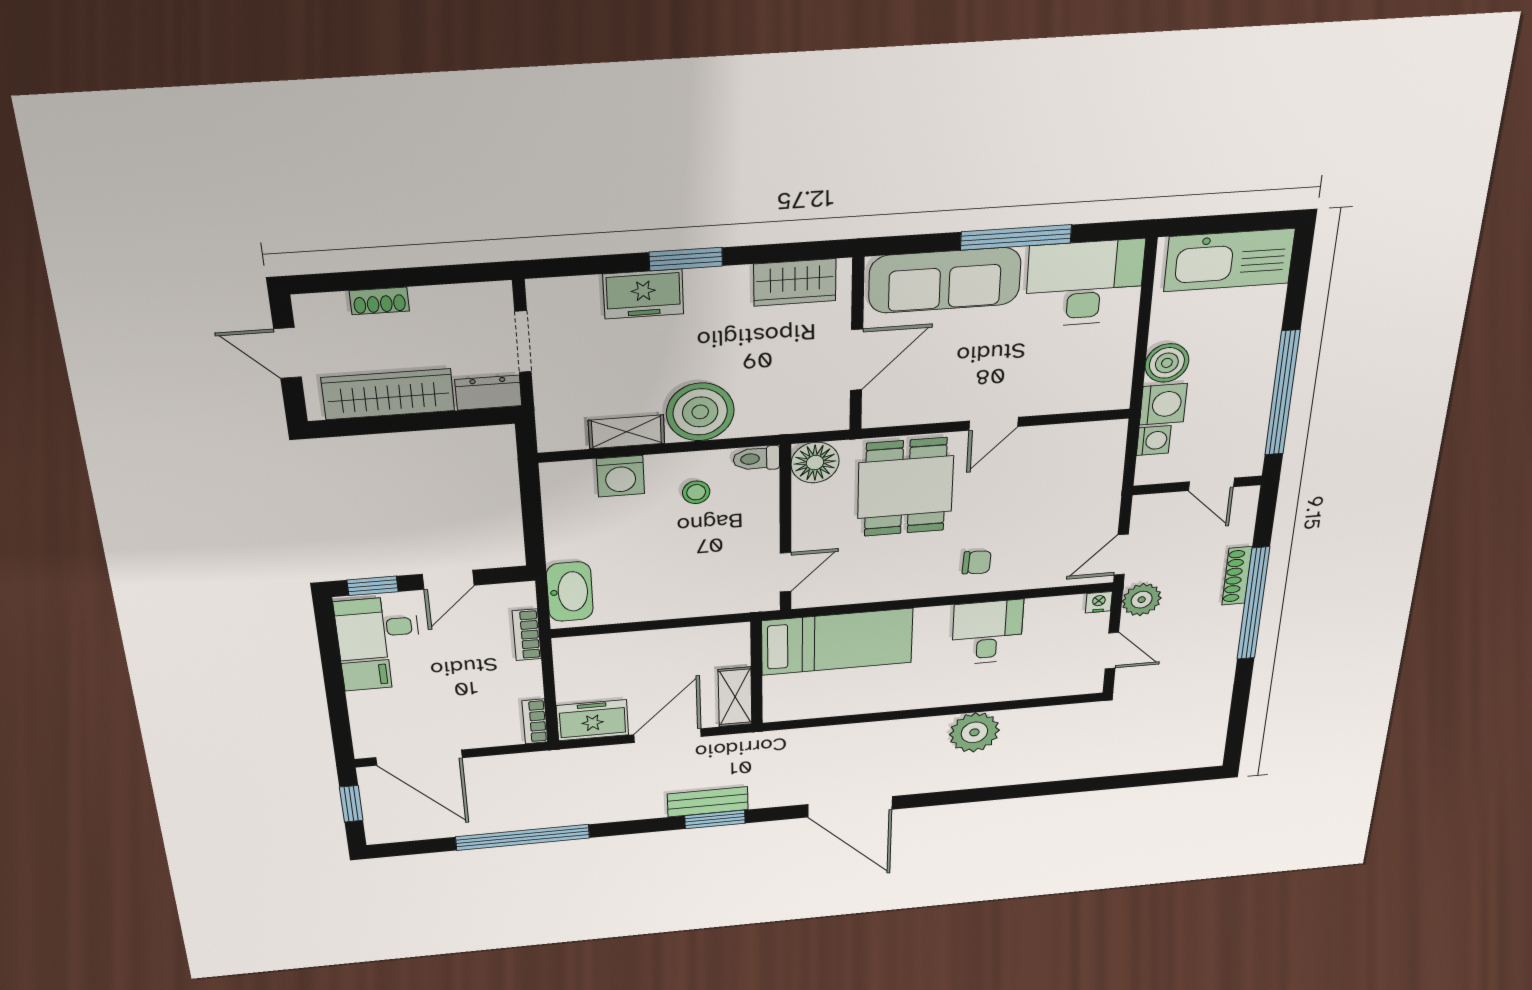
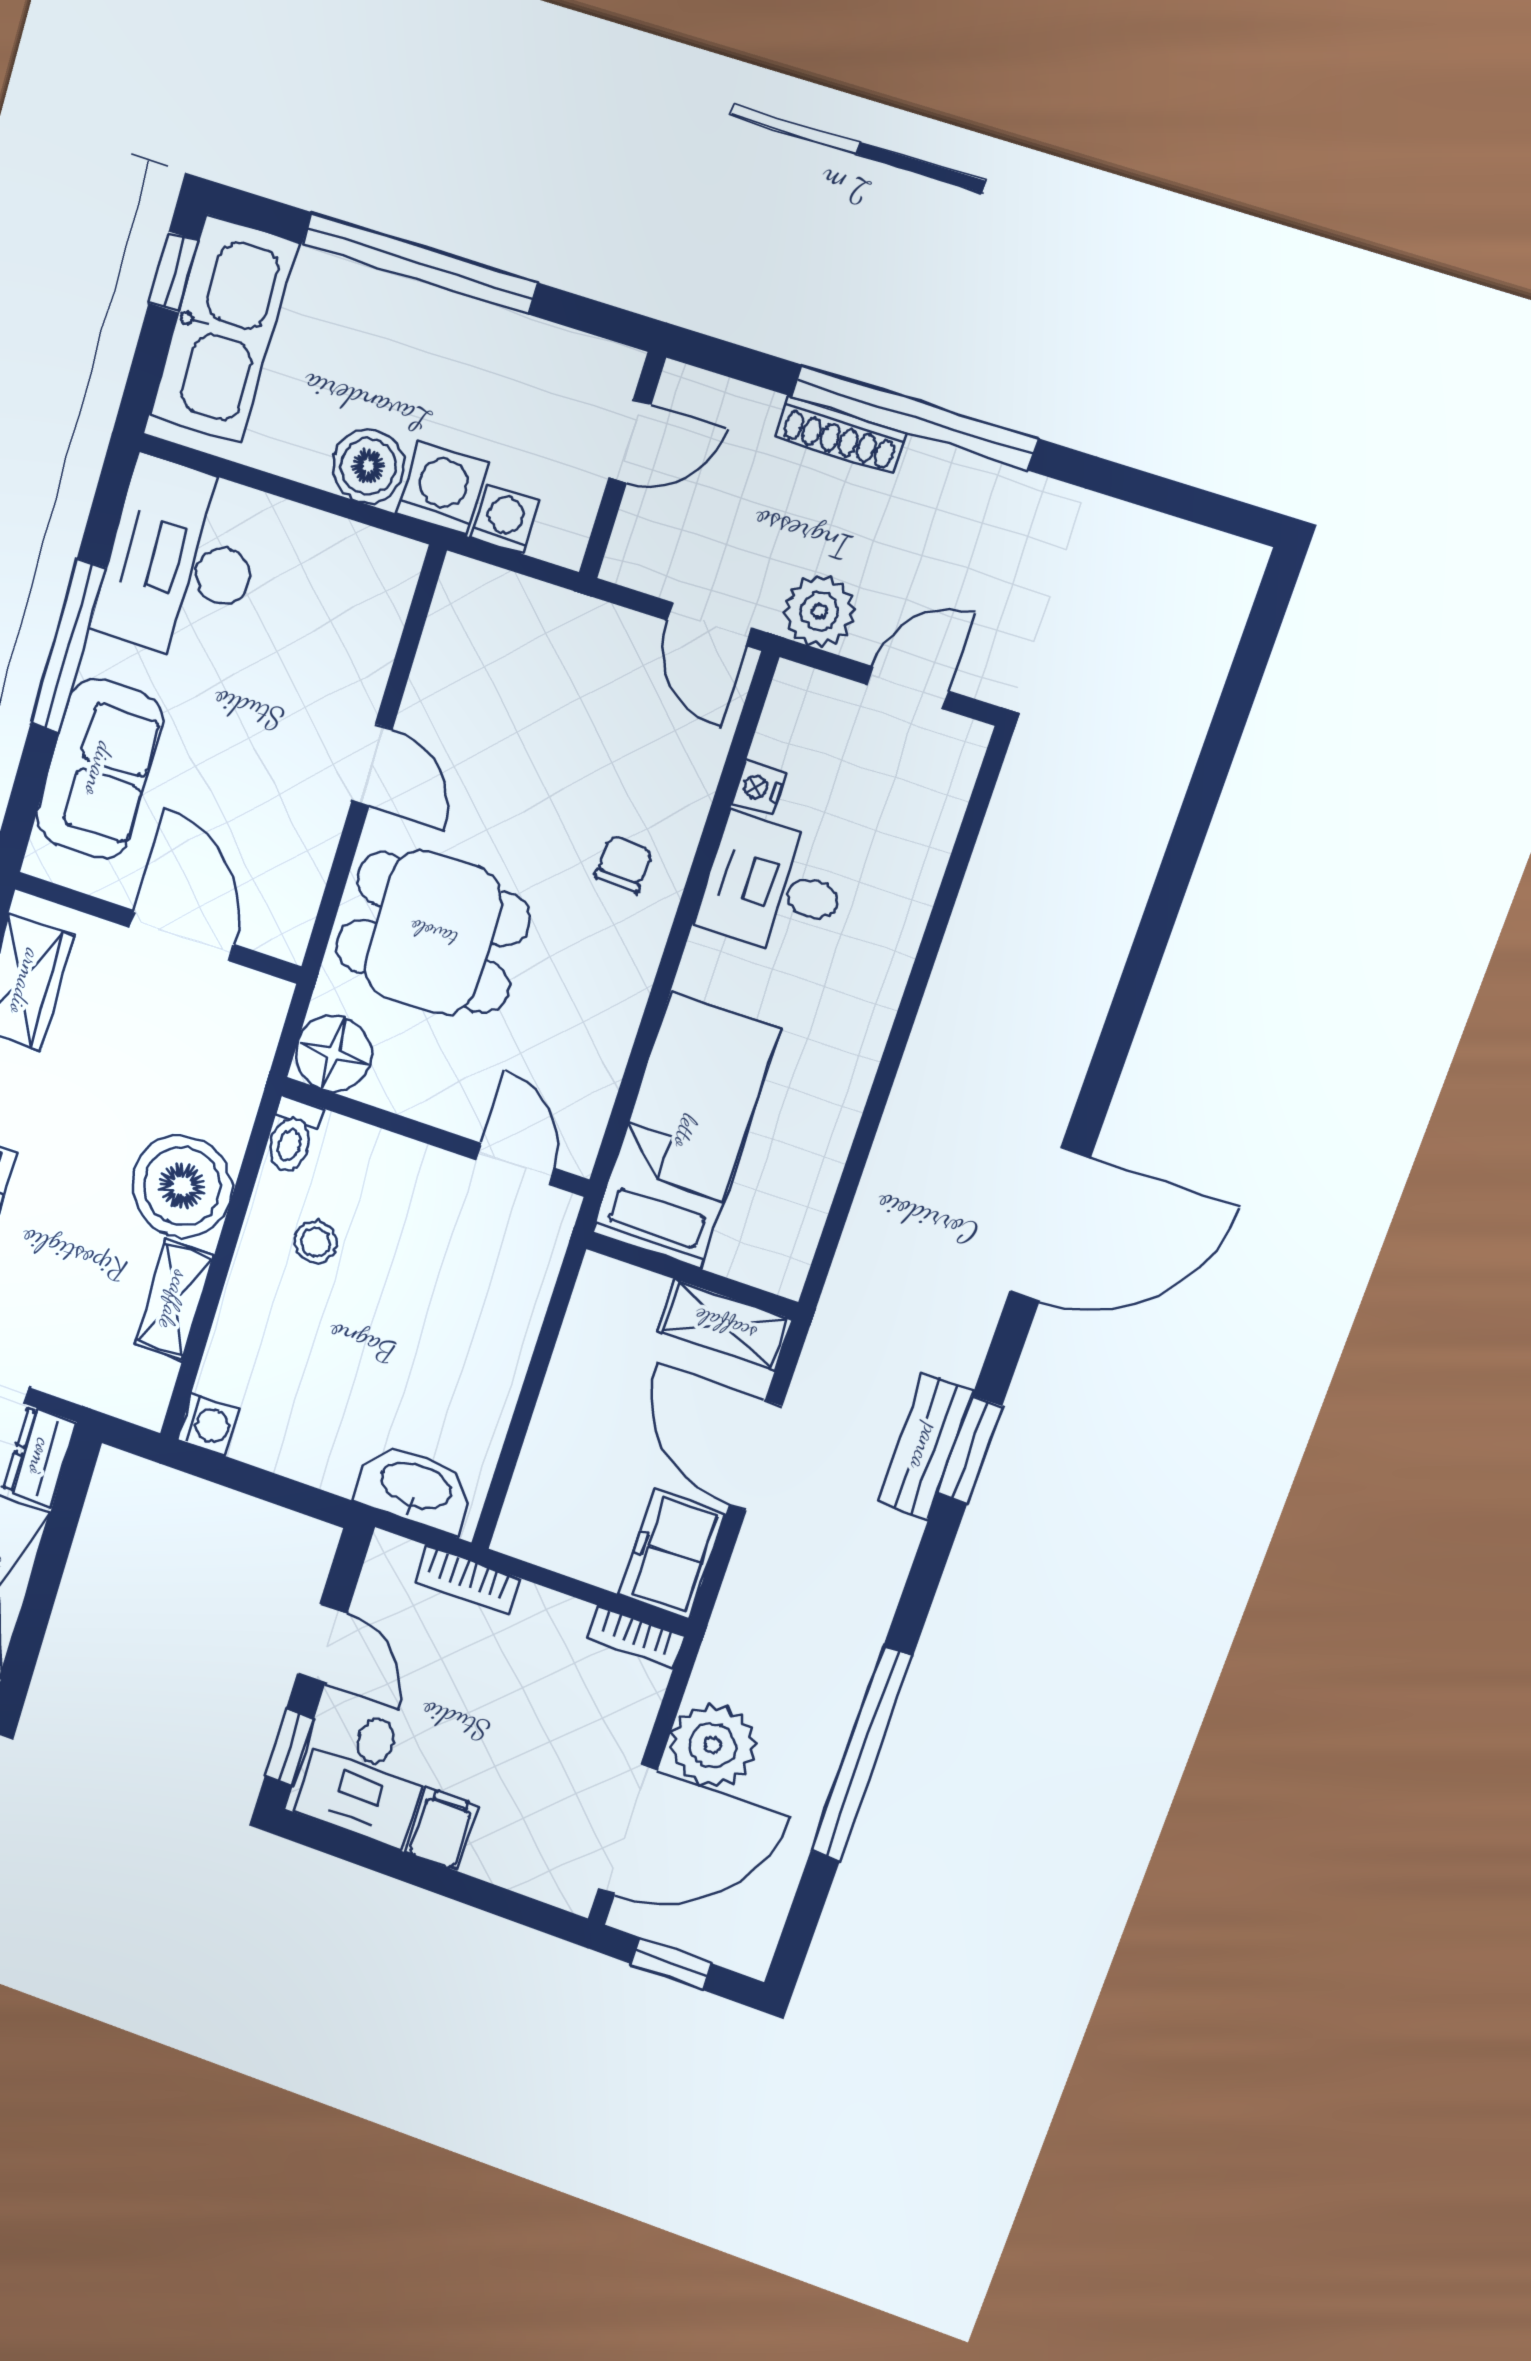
window: (1258, 222) -> (173, 272), added
sofa: (945, 280) -> (99, 769), width x0.73
window: (1282, 393) -> (419, 263), moved
washing machine: (620, 476) -> (208, 1424), moved, width x0.73, depth x0.73
nightstand: (1099, 602) -> (759, 788), moved
plant: (974, 732) -> (713, 1745), moved

